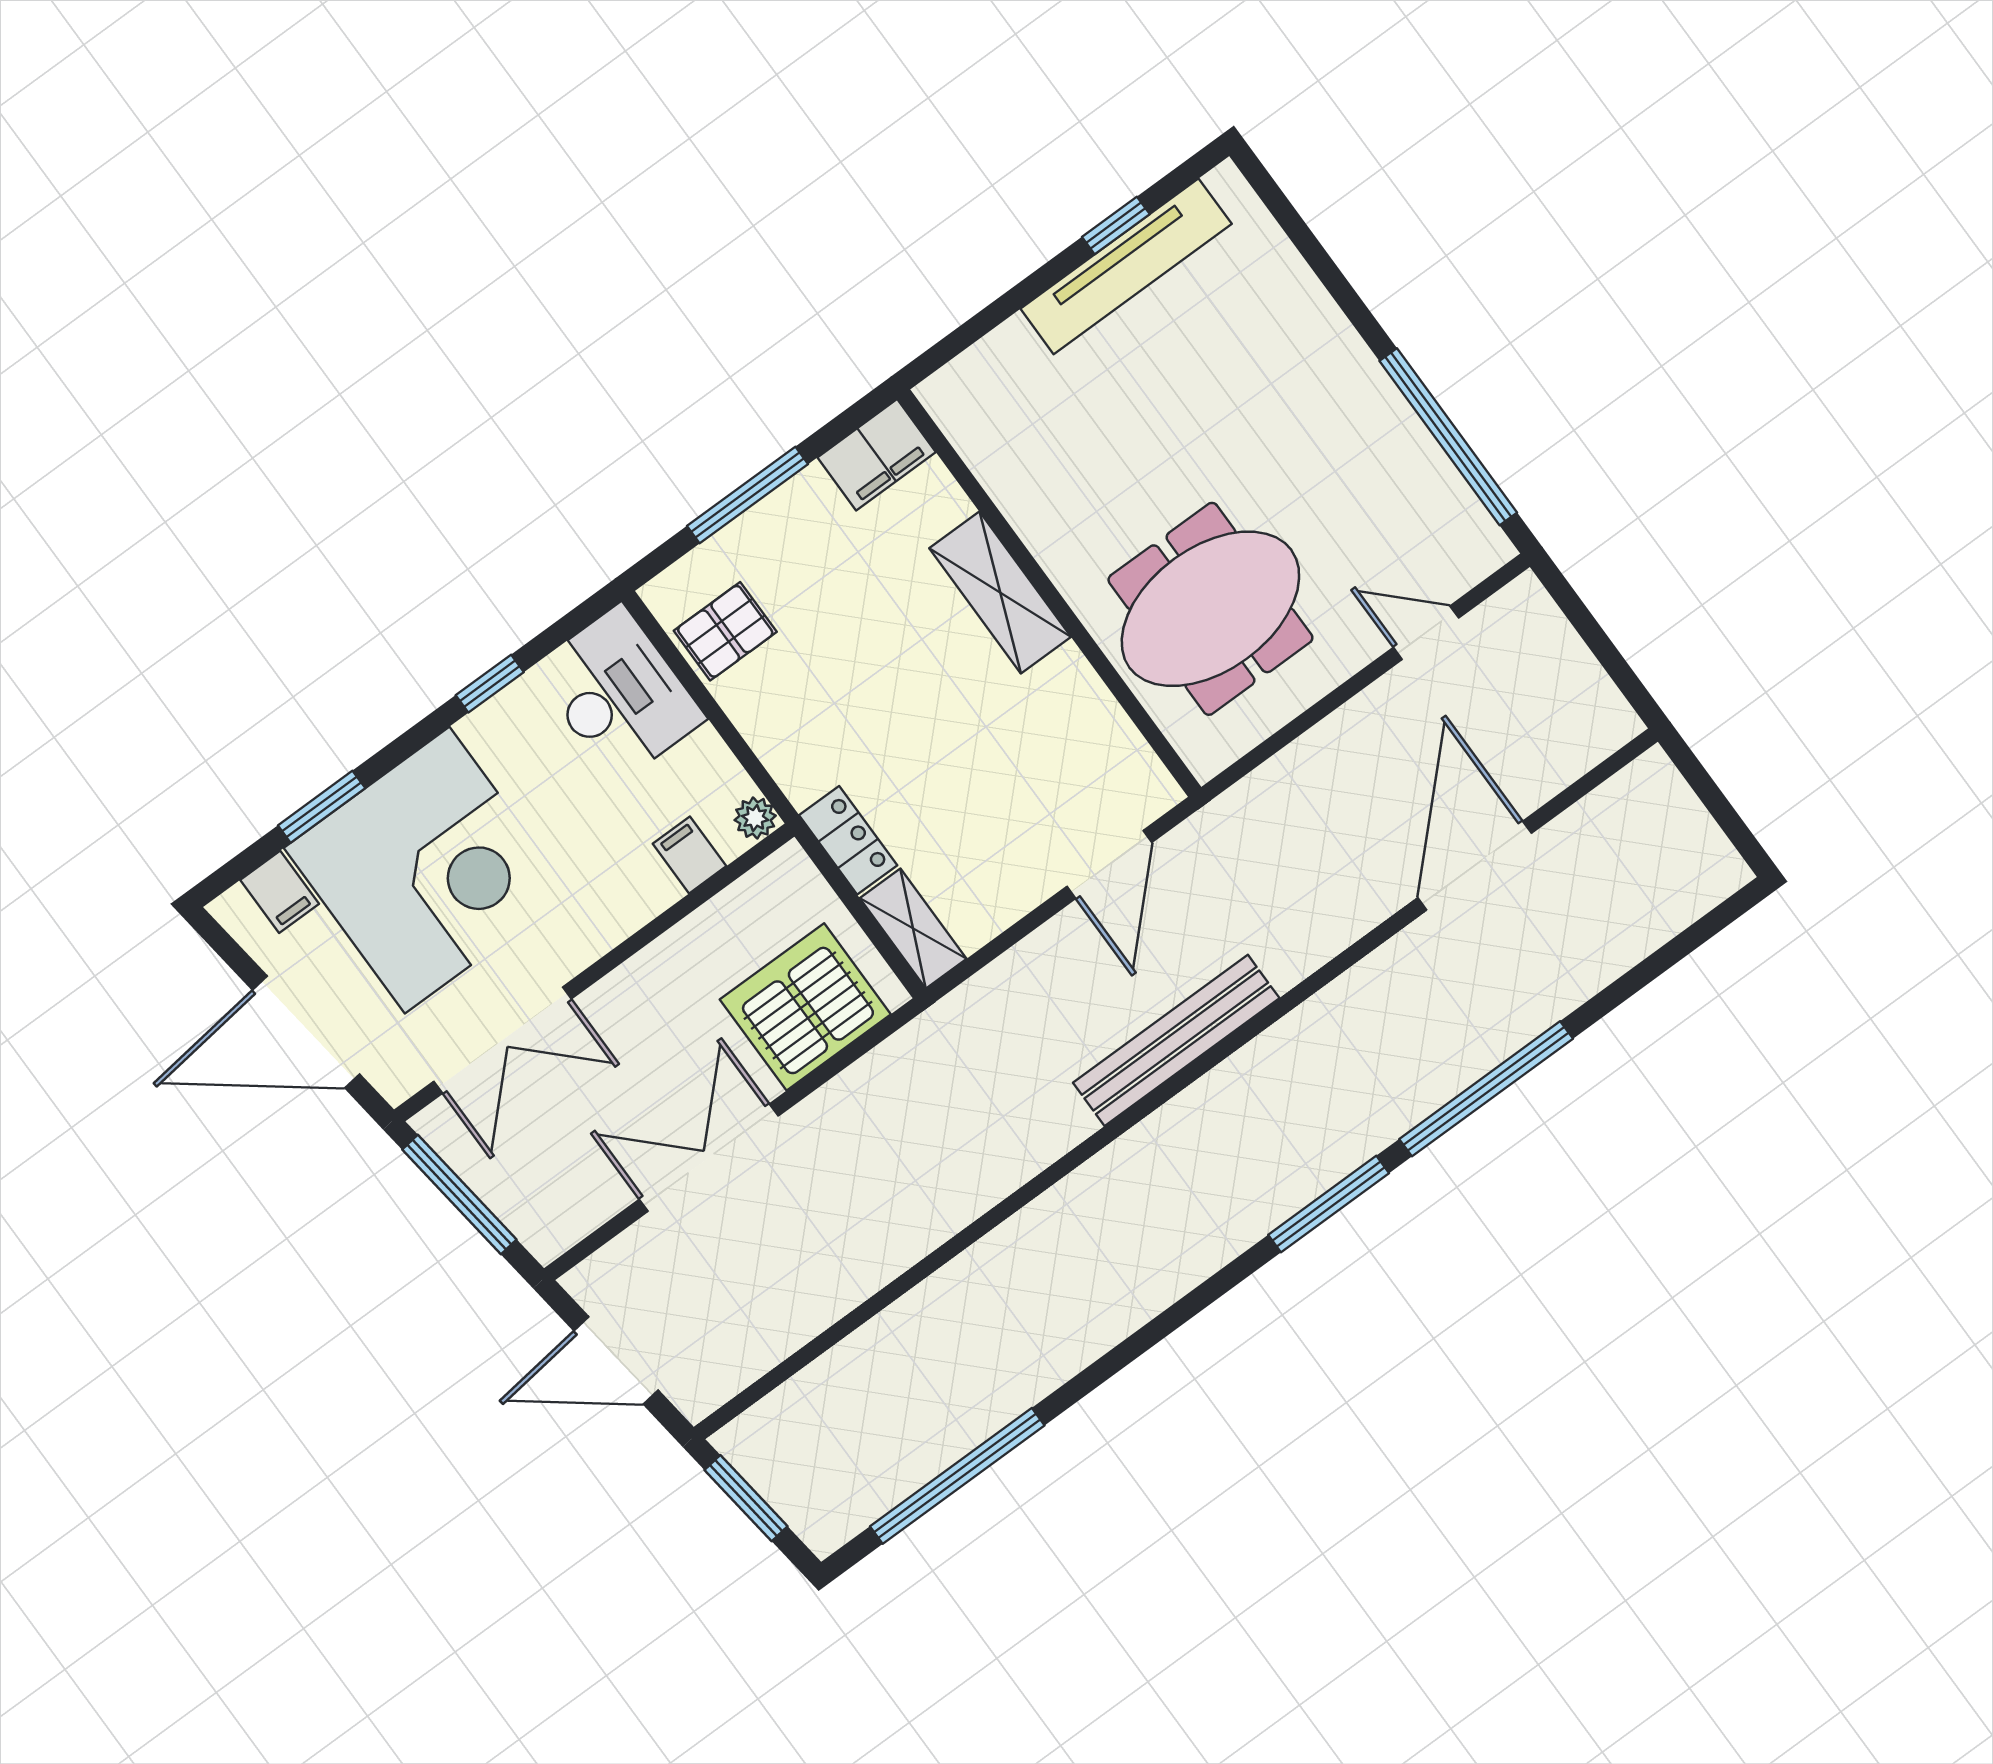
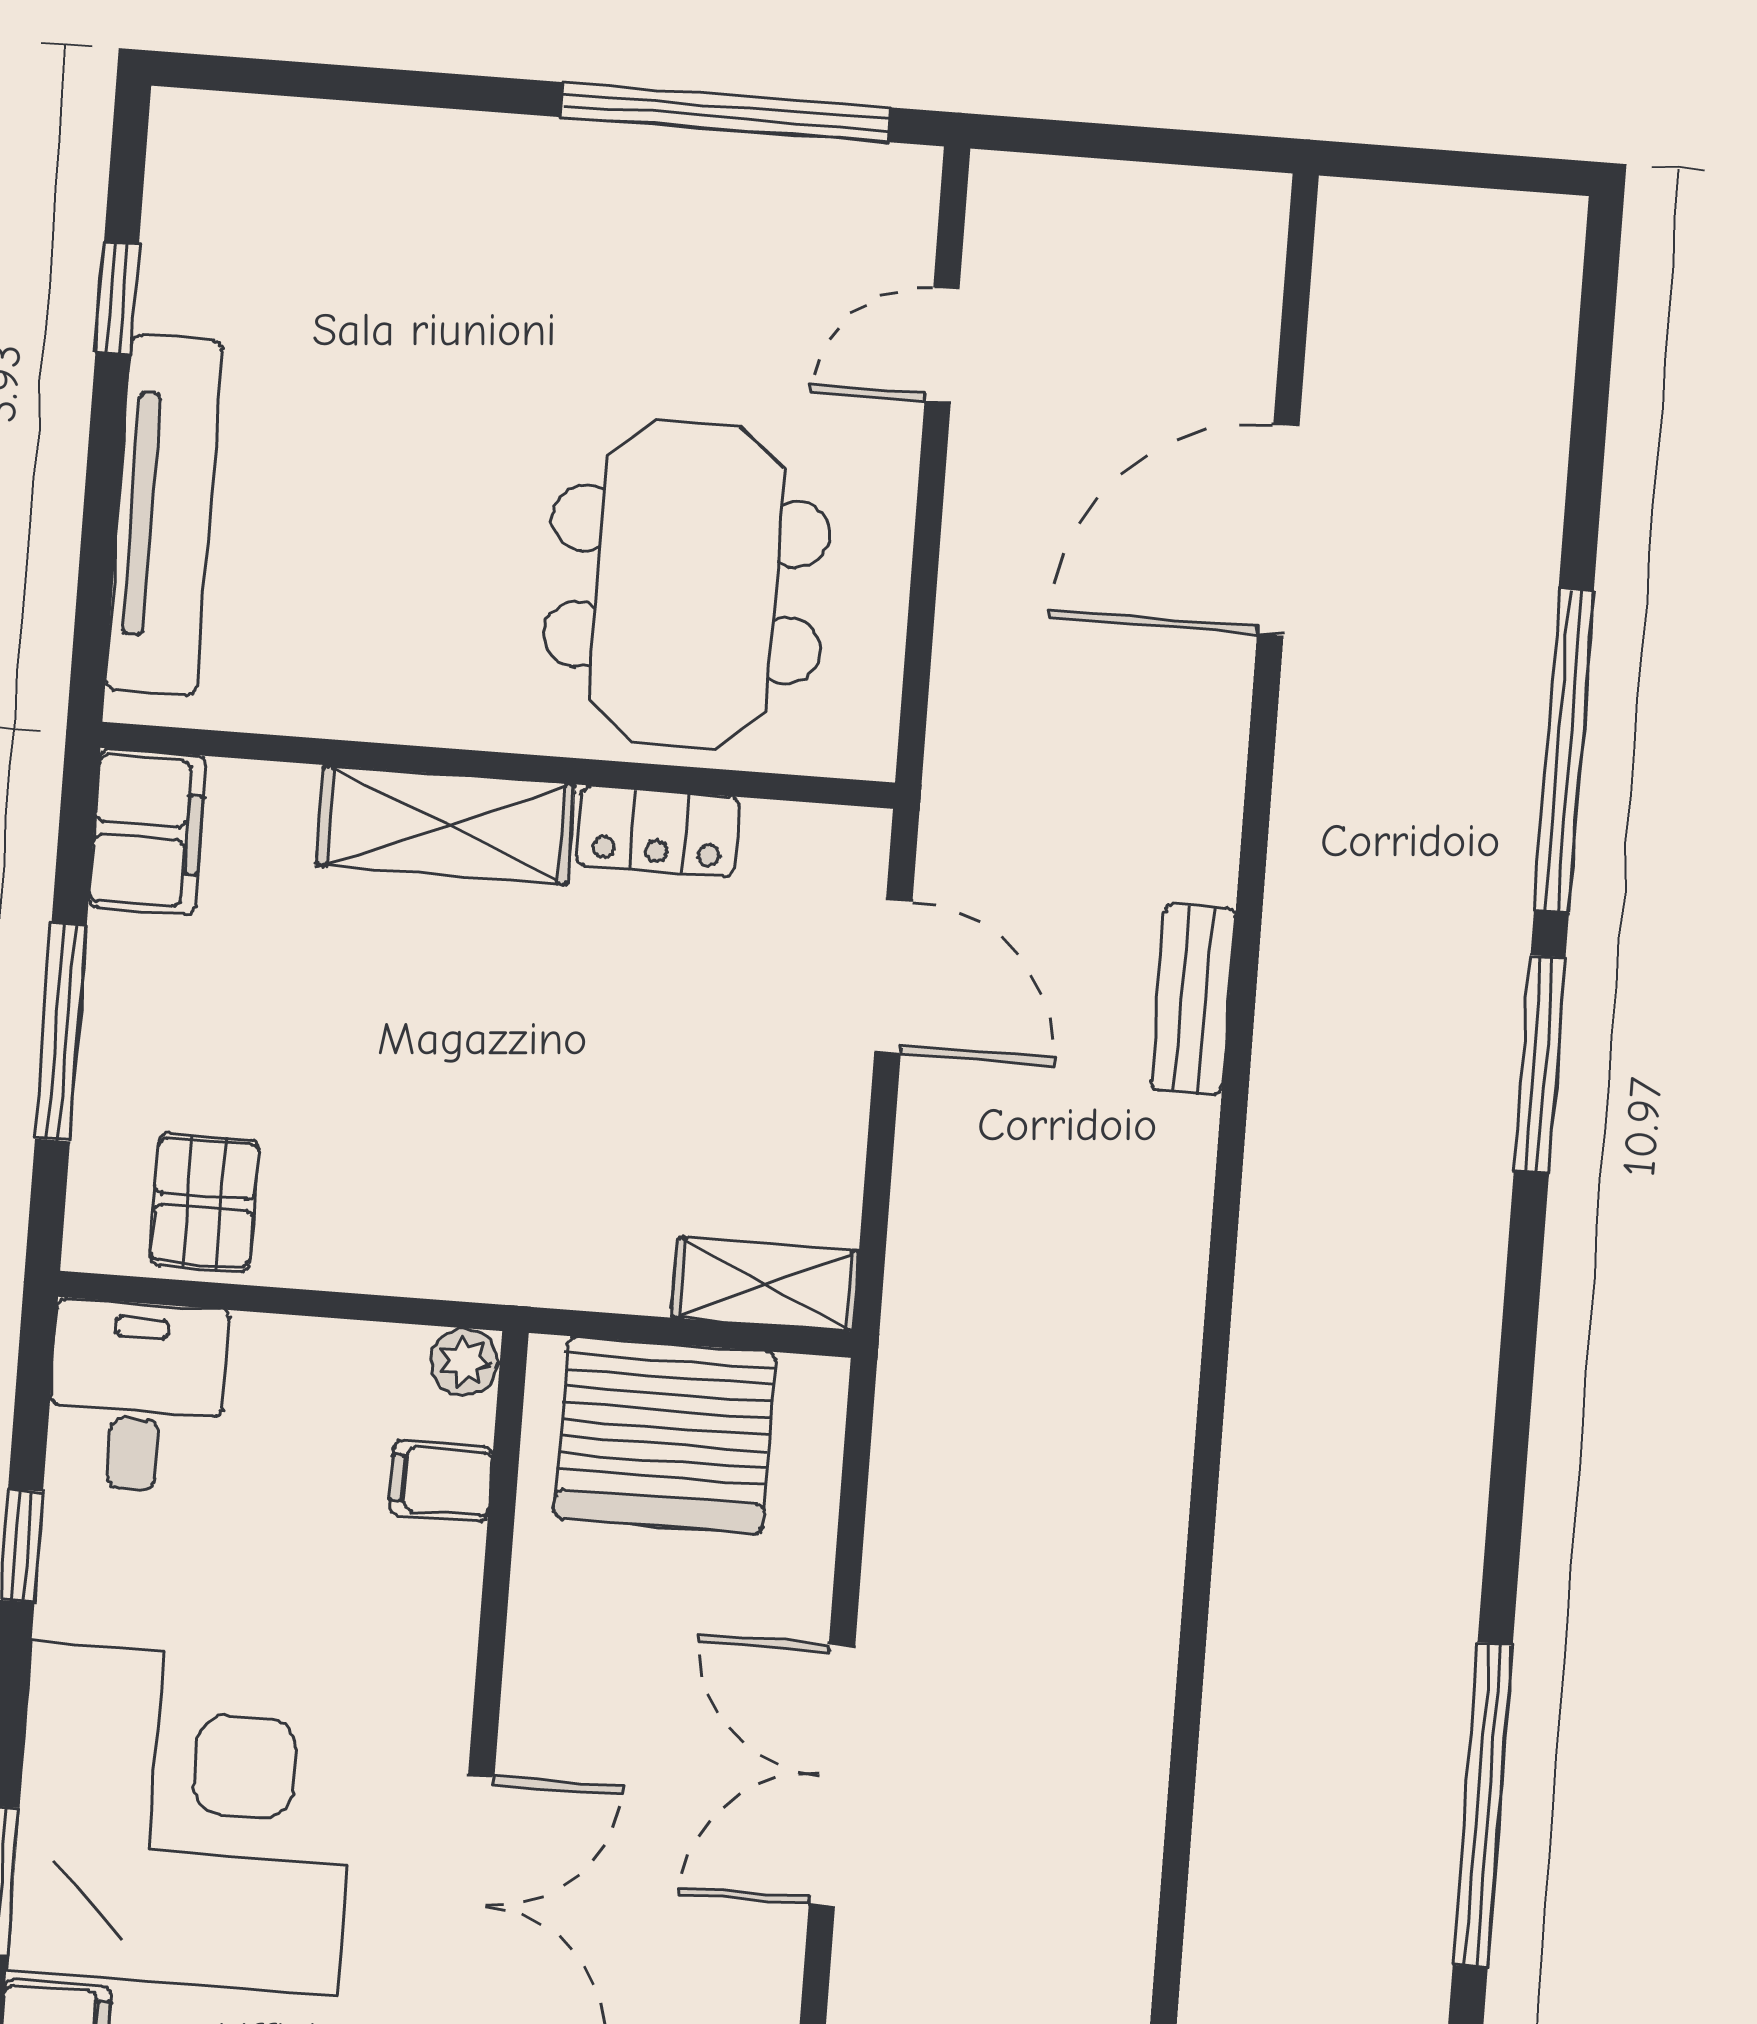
tv unit: (1126, 266) -> (164, 515), moved
desk: (619, 694) -> (137, 1396), width x0.73
locker: (848, 840) -> (658, 831), moved, turned 180
door: (1475, 866) -> (1278, 530), hinge flipped
server rack: (805, 1007) -> (665, 1435), moved, turned -90
bench: (1176, 1040) -> (1193, 999), width x0.54, depth x0.82

